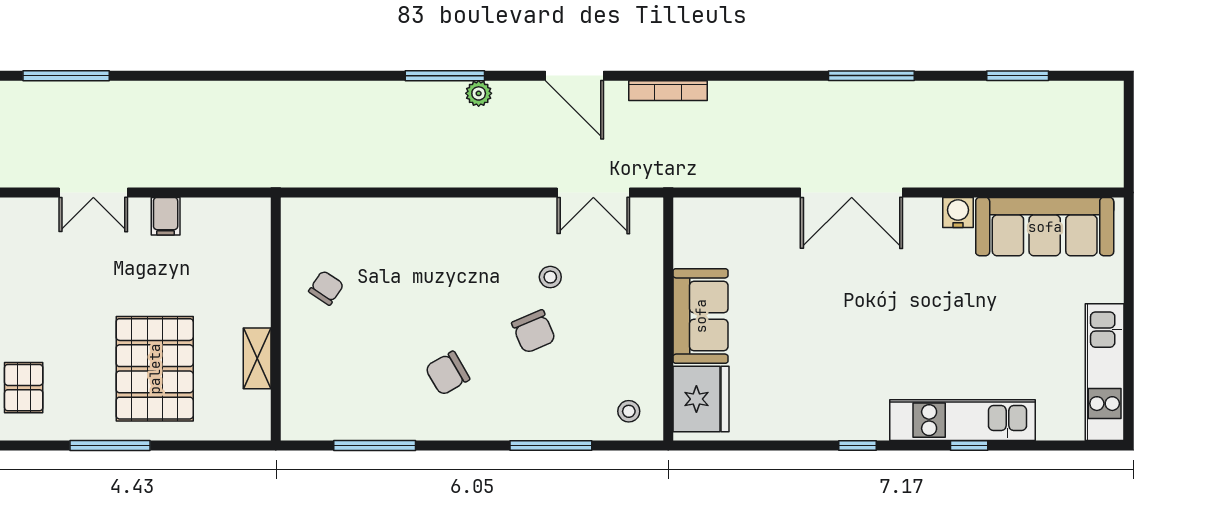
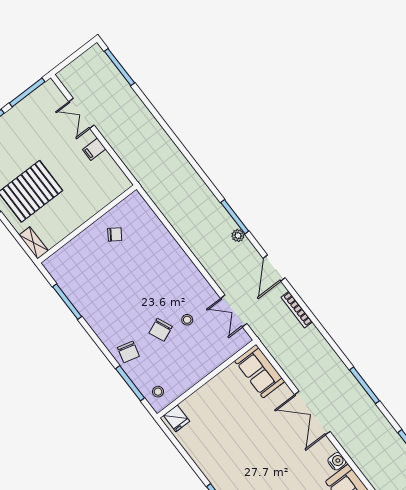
sofa: (701, 316) -> (260, 371), moved, turned 90
shelving: (257, 358) -> (34, 243), moved, turned 90
chair: (447, 373) -> (128, 352), moved, turned -135
fridge: (701, 399) -> (177, 418), width x0.53, depth x0.75
window: (551, 445) -> (130, 383), moved

